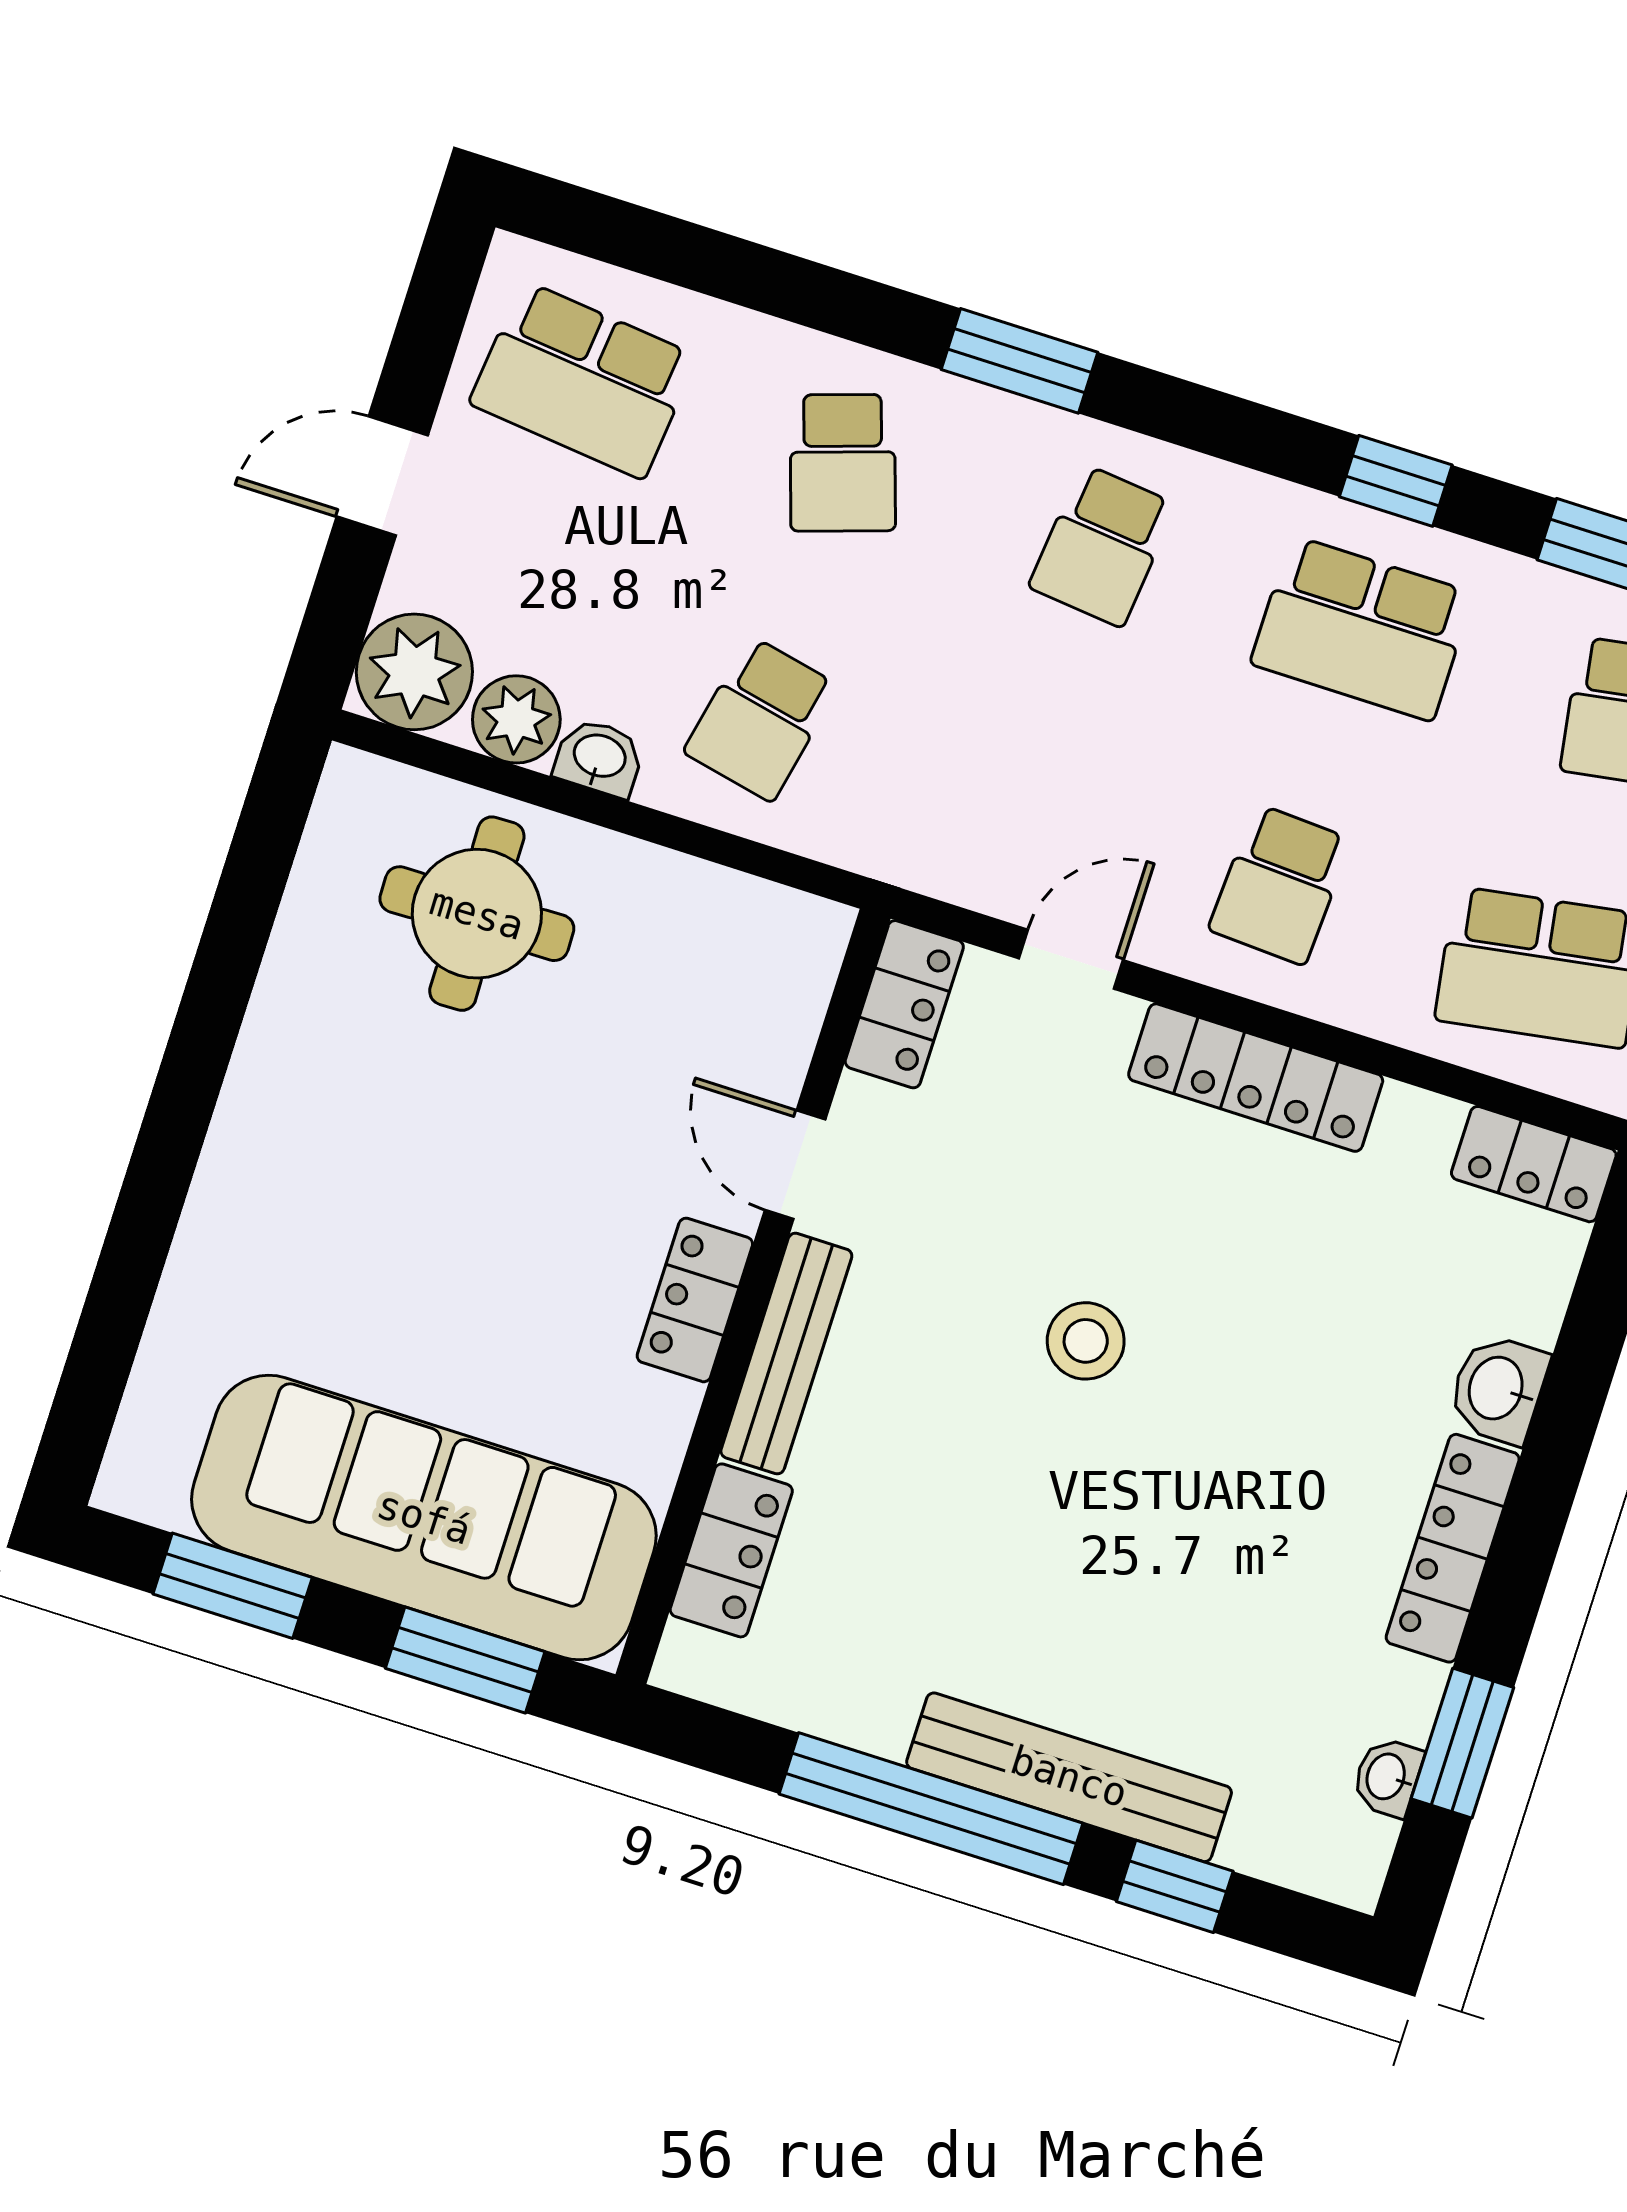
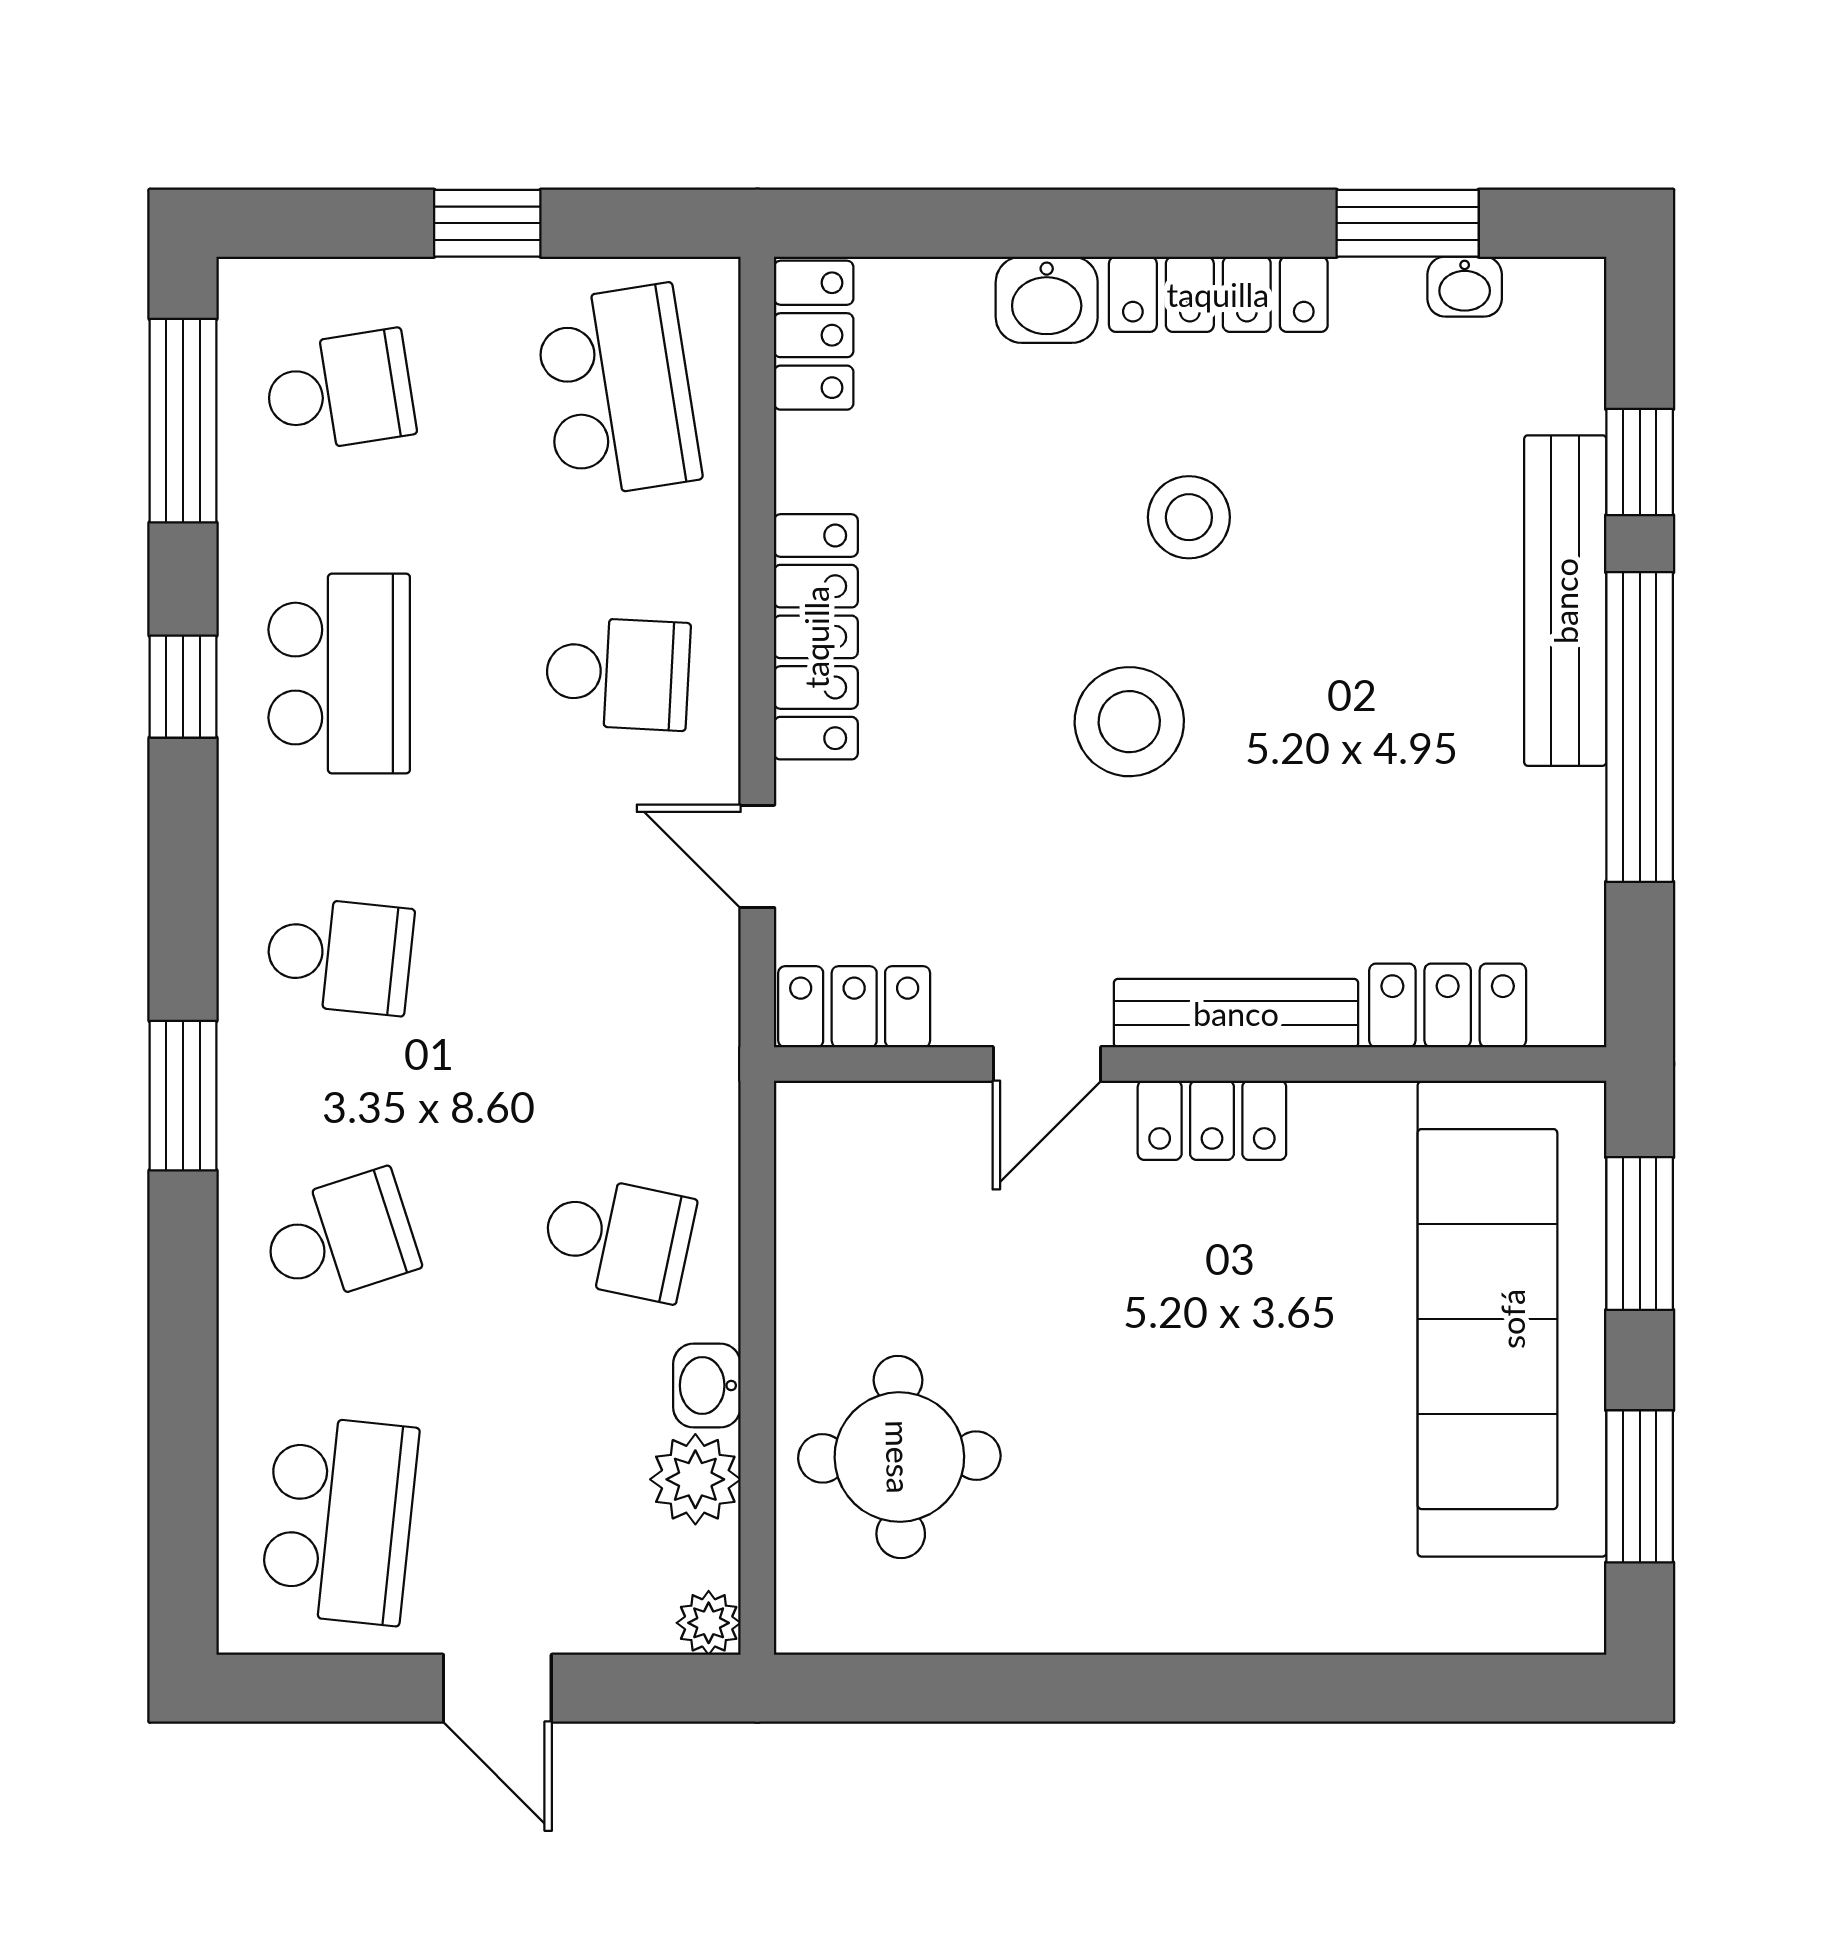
plant: (414, 672) -> (709, 1623), width x0.53, depth x0.53
stool: (1086, 1341) -> (1129, 722), width x1.38, depth x1.38
stool: (1256, 1456) -> (1189, 517), added

